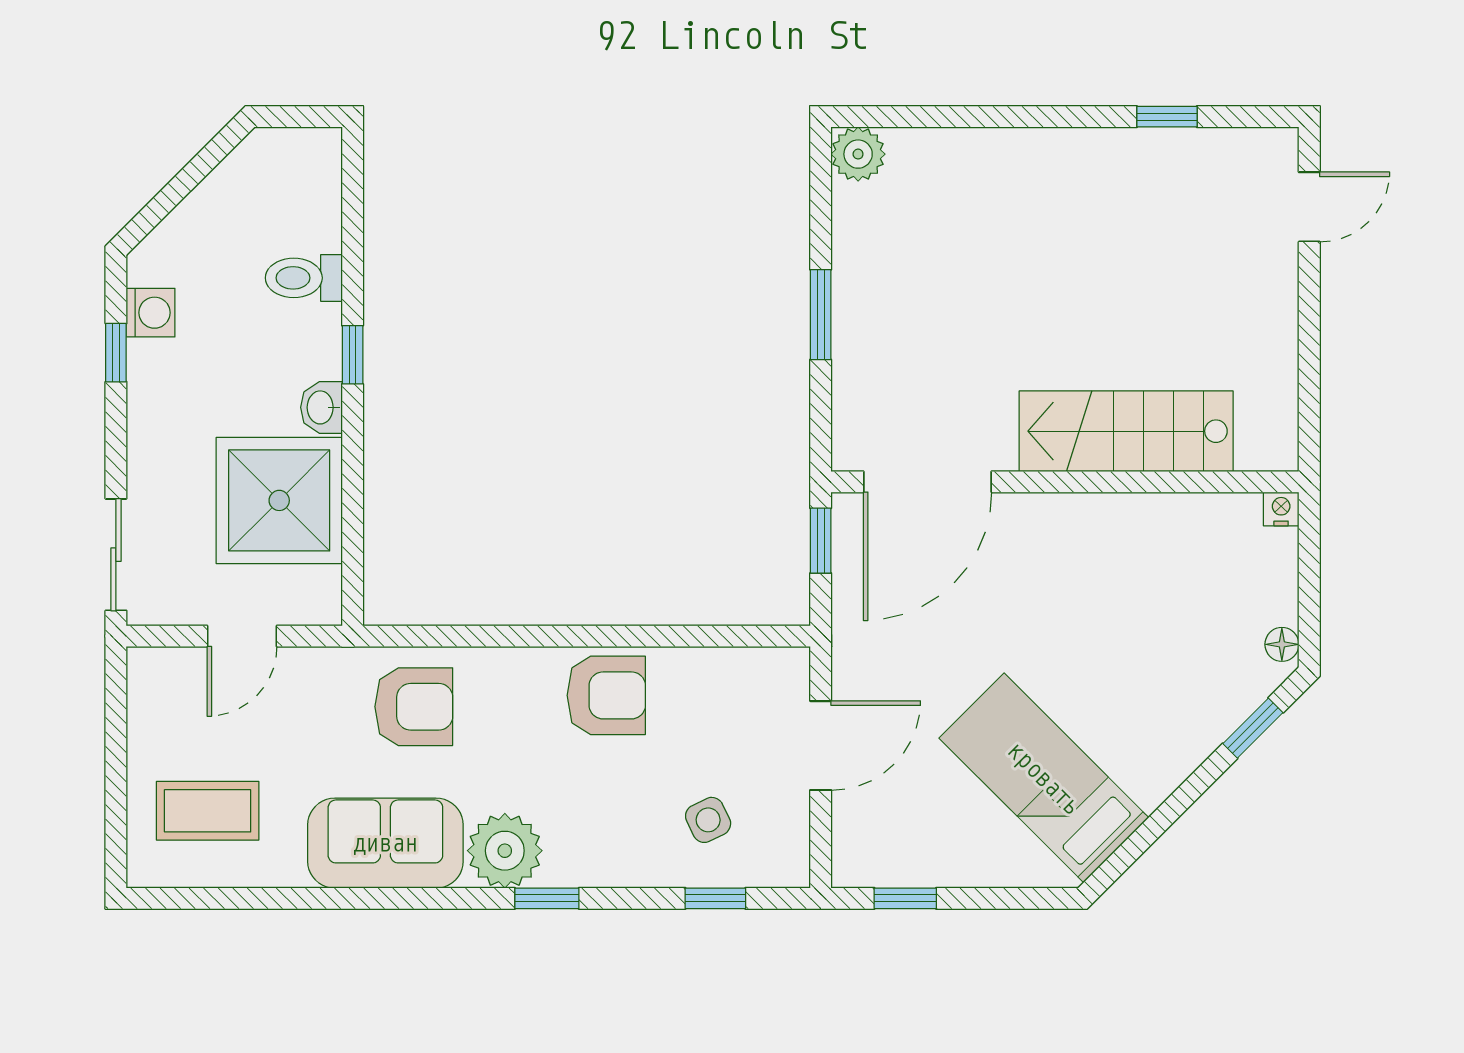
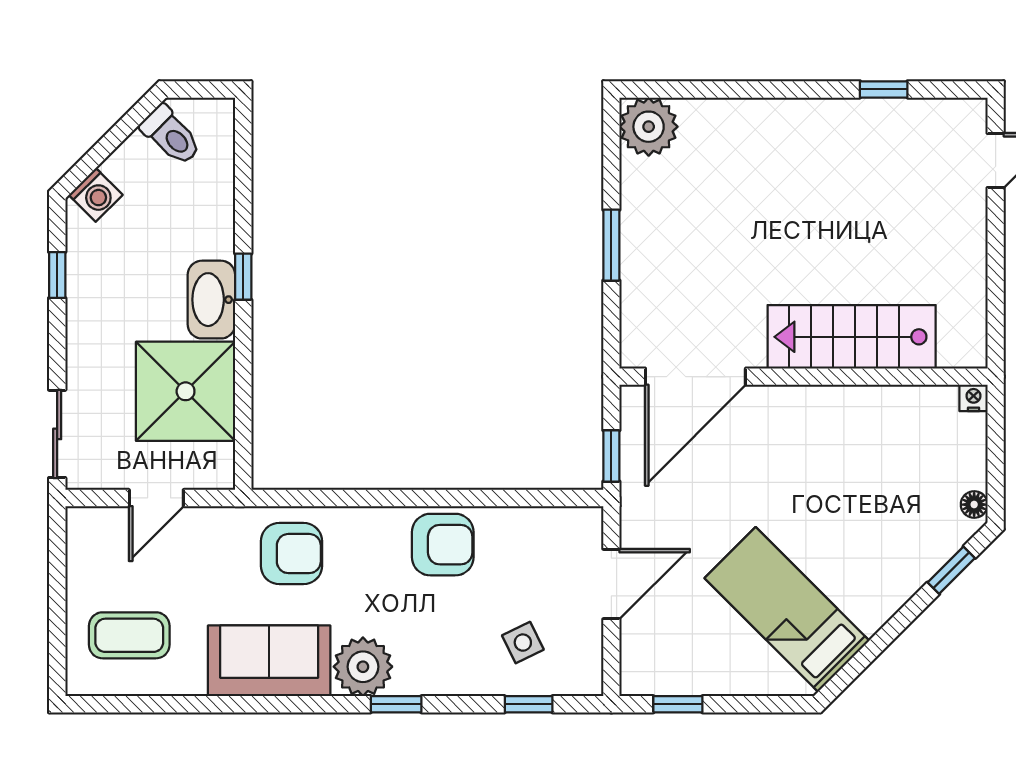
plant: (858, 154) -> (649, 127), width x1.36, depth x1.36
toilet: (304, 278) -> (171, 135), moved, turned -135
washing machine: (151, 313) -> (96, 195), moved, turned 45
washbasin: (321, 407) -> (211, 300), width x1.91, depth x1.45
window: (821, 541) -> (611, 456), moved

